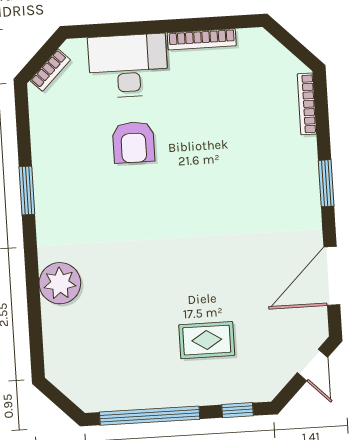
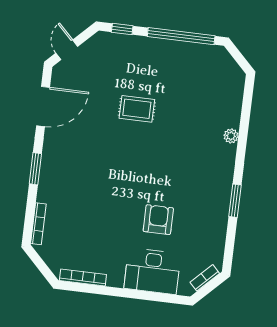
bookcase: (202, 39) -> (83, 277), moved
plant: (60, 283) -> (231, 136), width x0.53, depth x0.53
rug: (207, 340) -> (137, 109), moved

